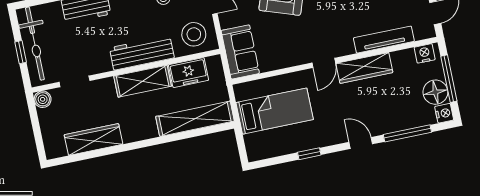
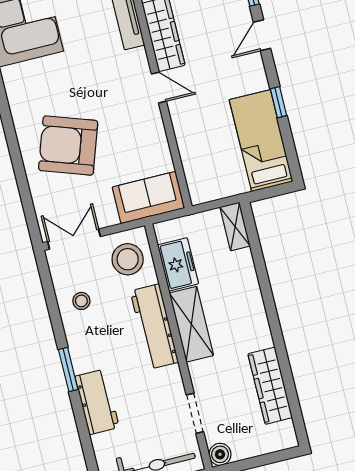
bed: (275, 111) -> (261, 141), moved
shelving: (195, 119) -> (235, 226), width x0.45, depth x0.75

